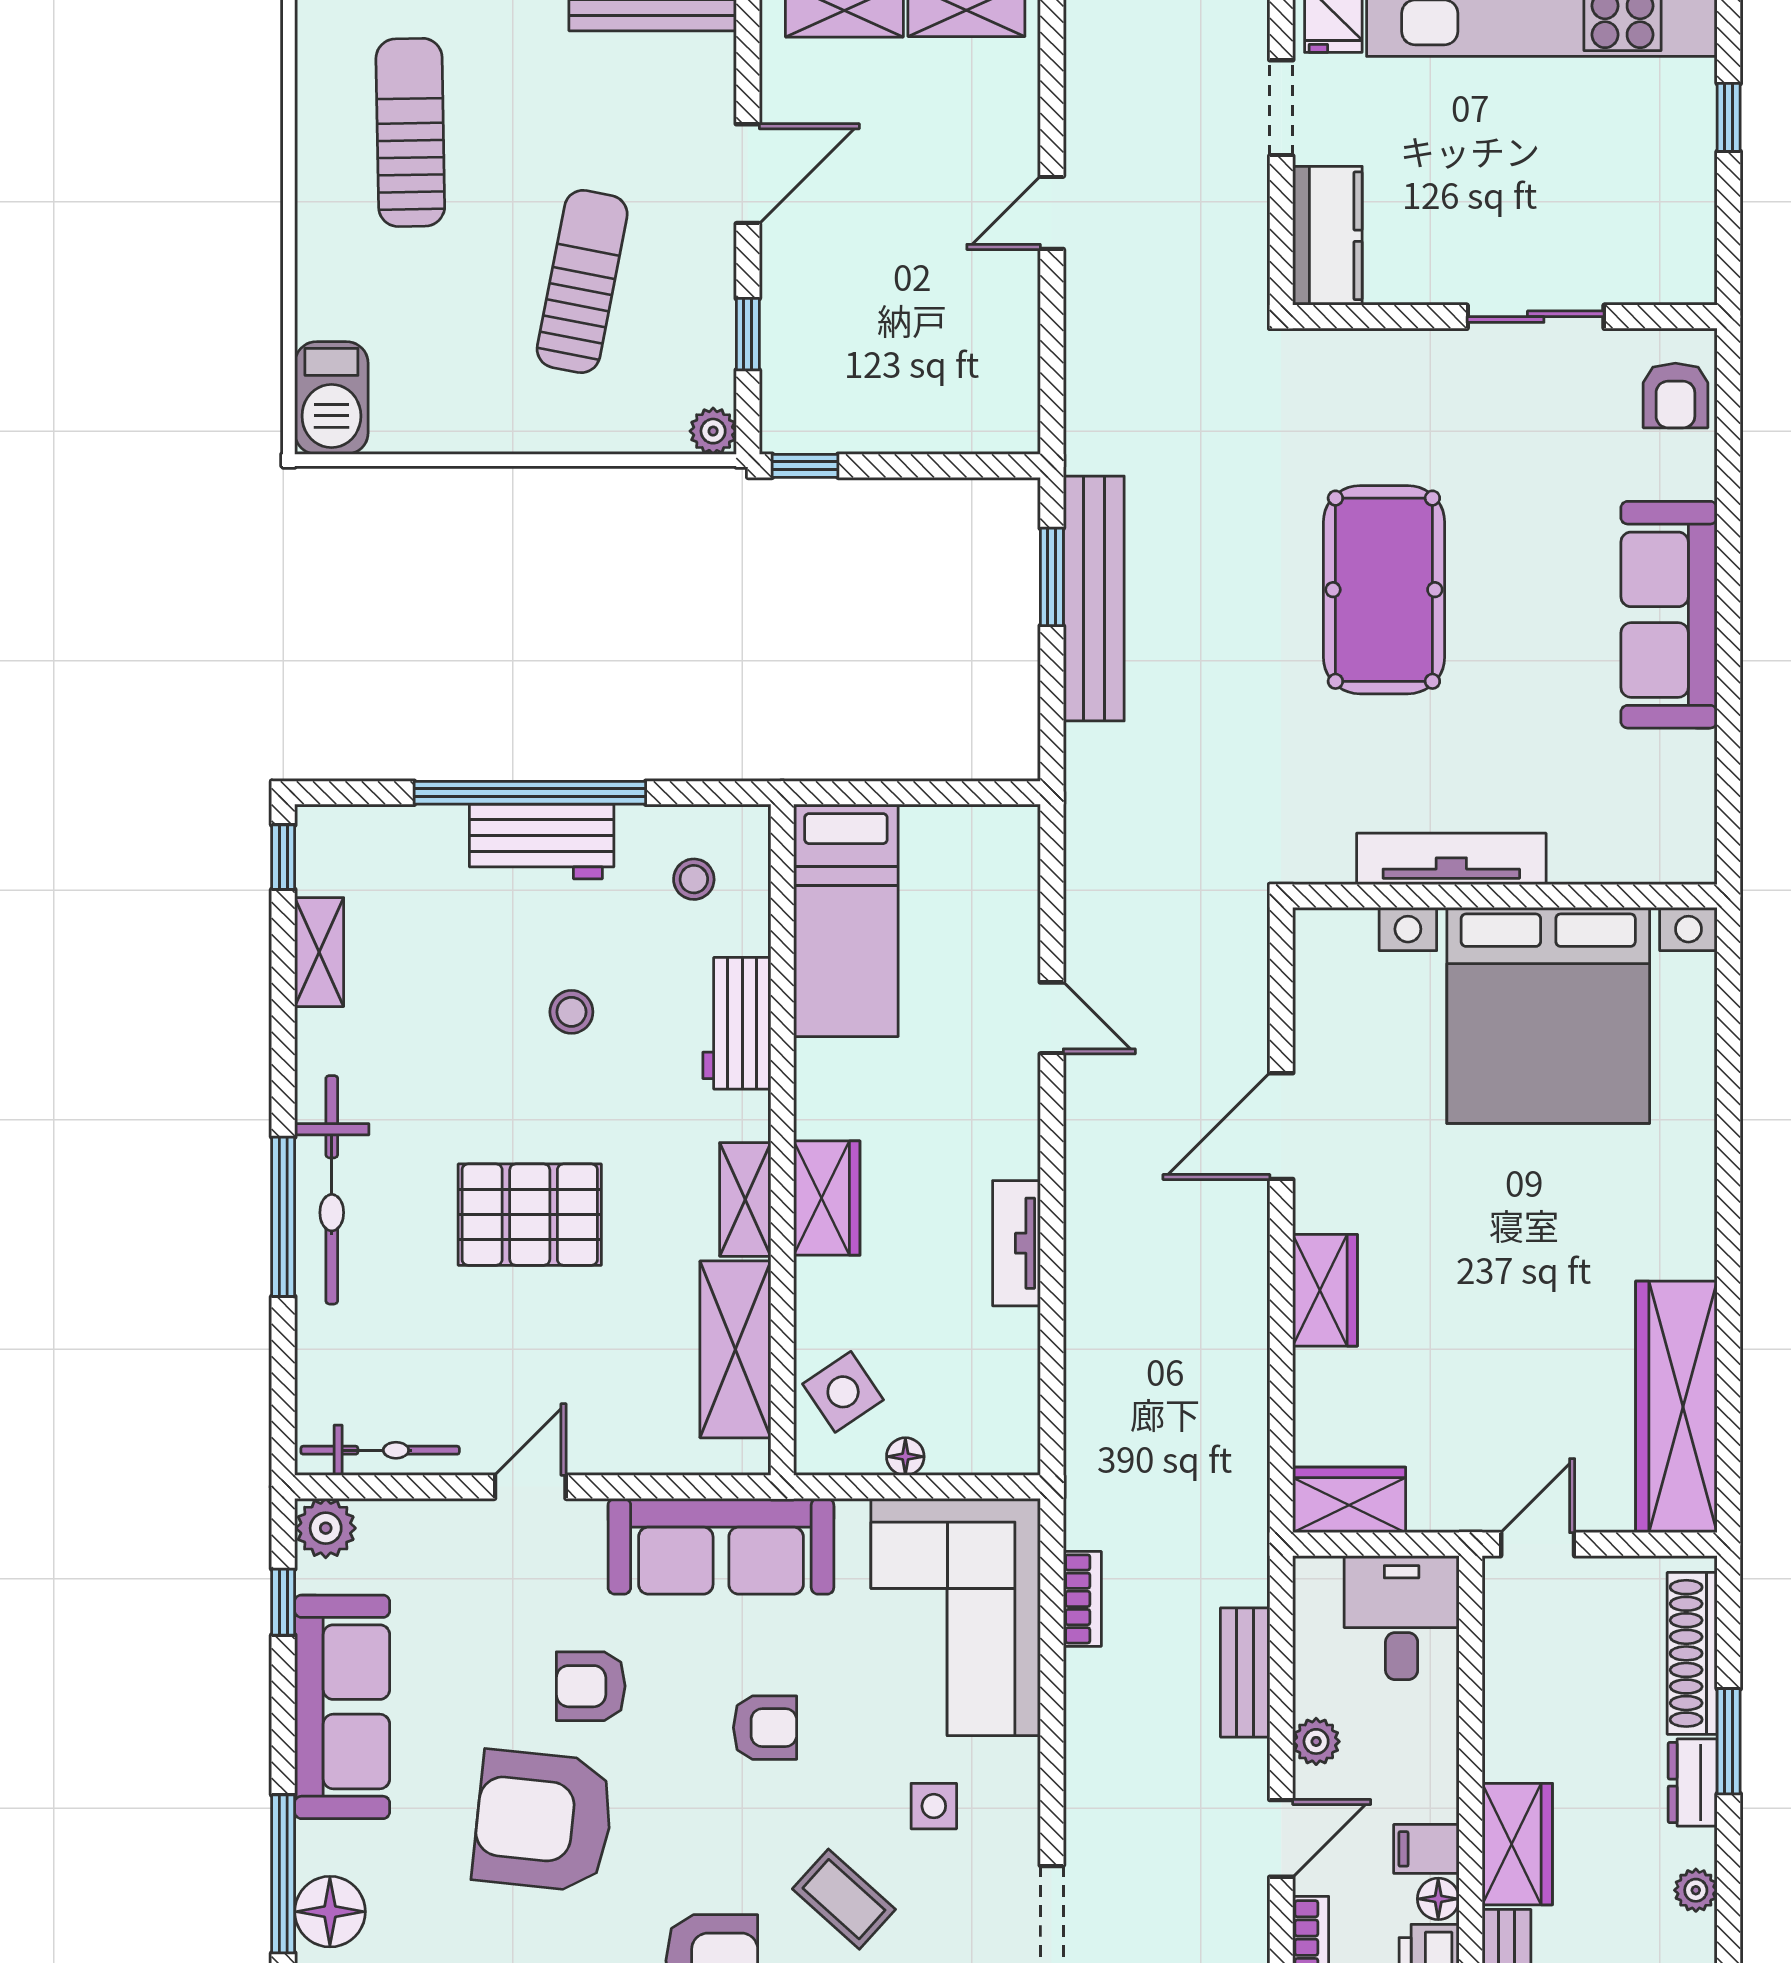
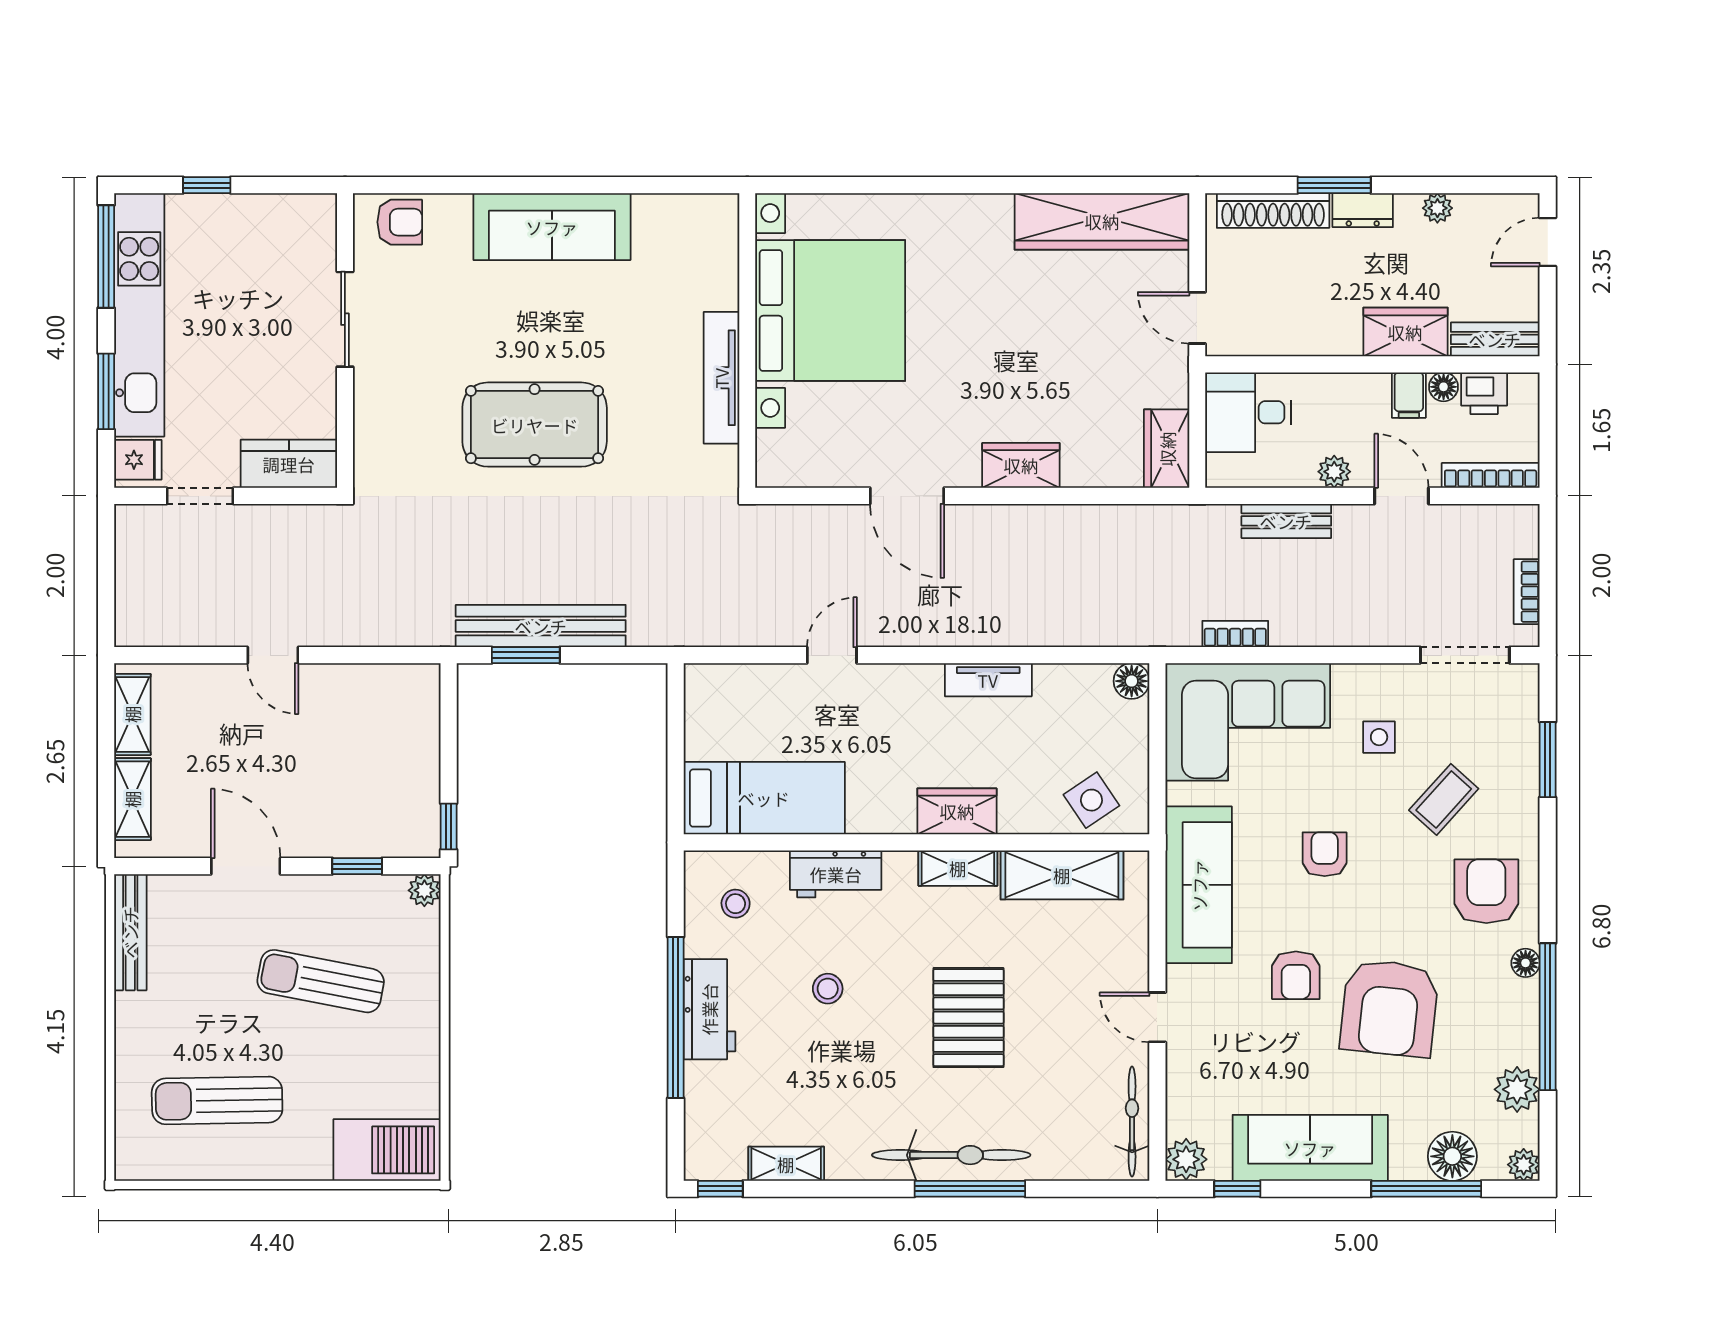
barbecue: (331, 398) -> (387, 1150), width x1.37, depth x1.21
floor lamp: (905, 1457) -> (1132, 681), moved, width x1.37, depth x1.37

